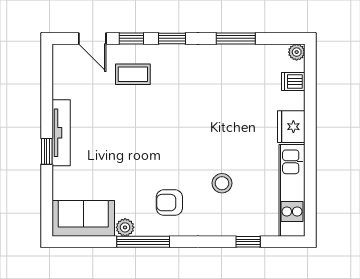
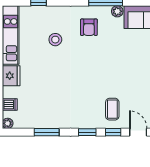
coffee table: (133, 74) -> (112, 109), turned 90
armchair: (169, 203) -> (89, 27), turned 90

